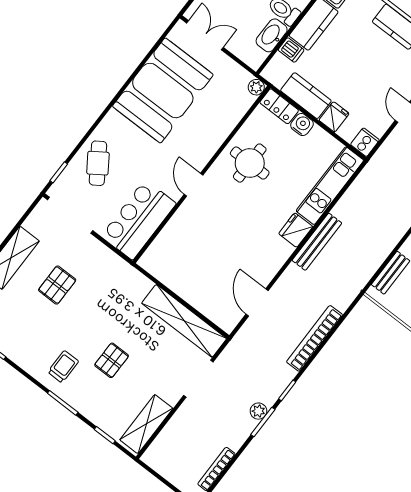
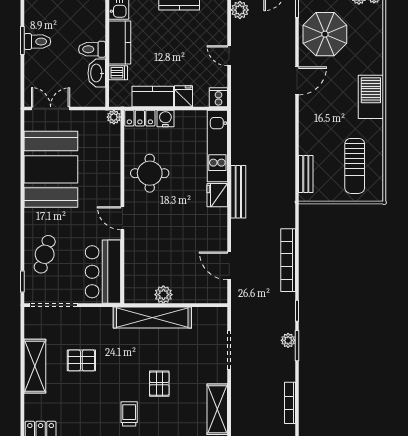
cafe table: (98, 163) -> (45, 254), turned 51
plant: (177, 283) -> (163, 295), added
pallet: (57, 285) -> (81, 360), turned 90
shelving: (184, 321) -> (152, 318), moved

